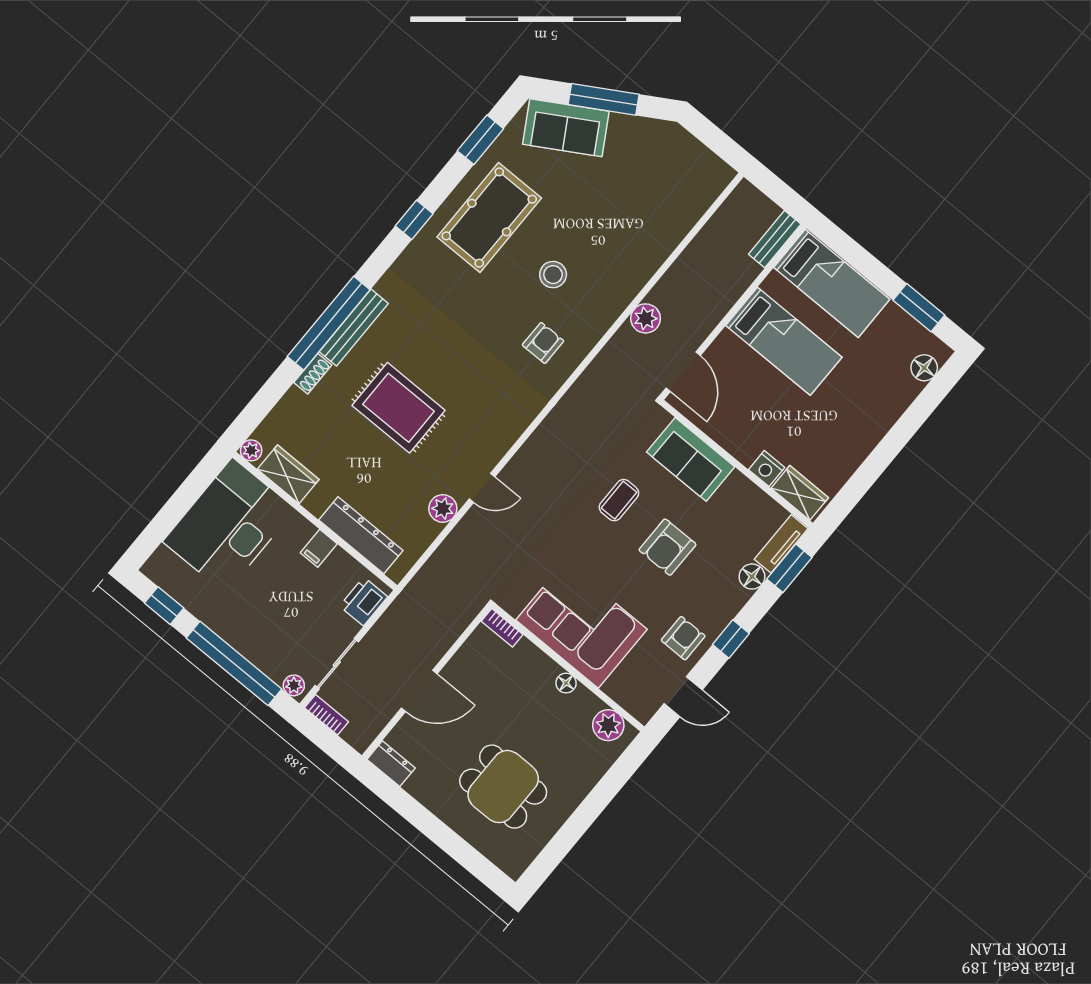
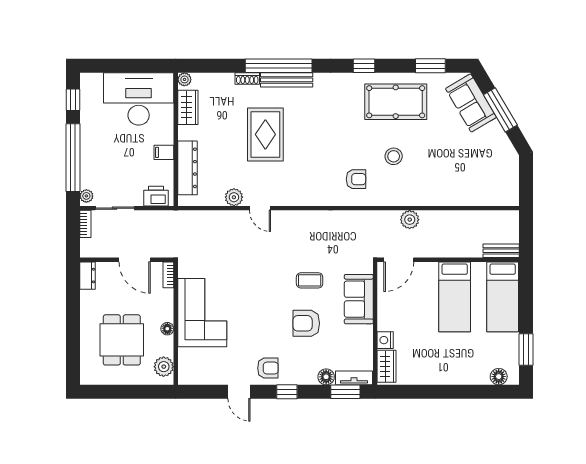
corner sofa: (581, 625) -> (202, 313), moved
bookcase: (502, 628) -> (168, 275), moved
wall: (568, 667) -> (176, 323), moved
floor lamp: (566, 683) -> (167, 329), moved
plant: (608, 725) -> (164, 367), moved

